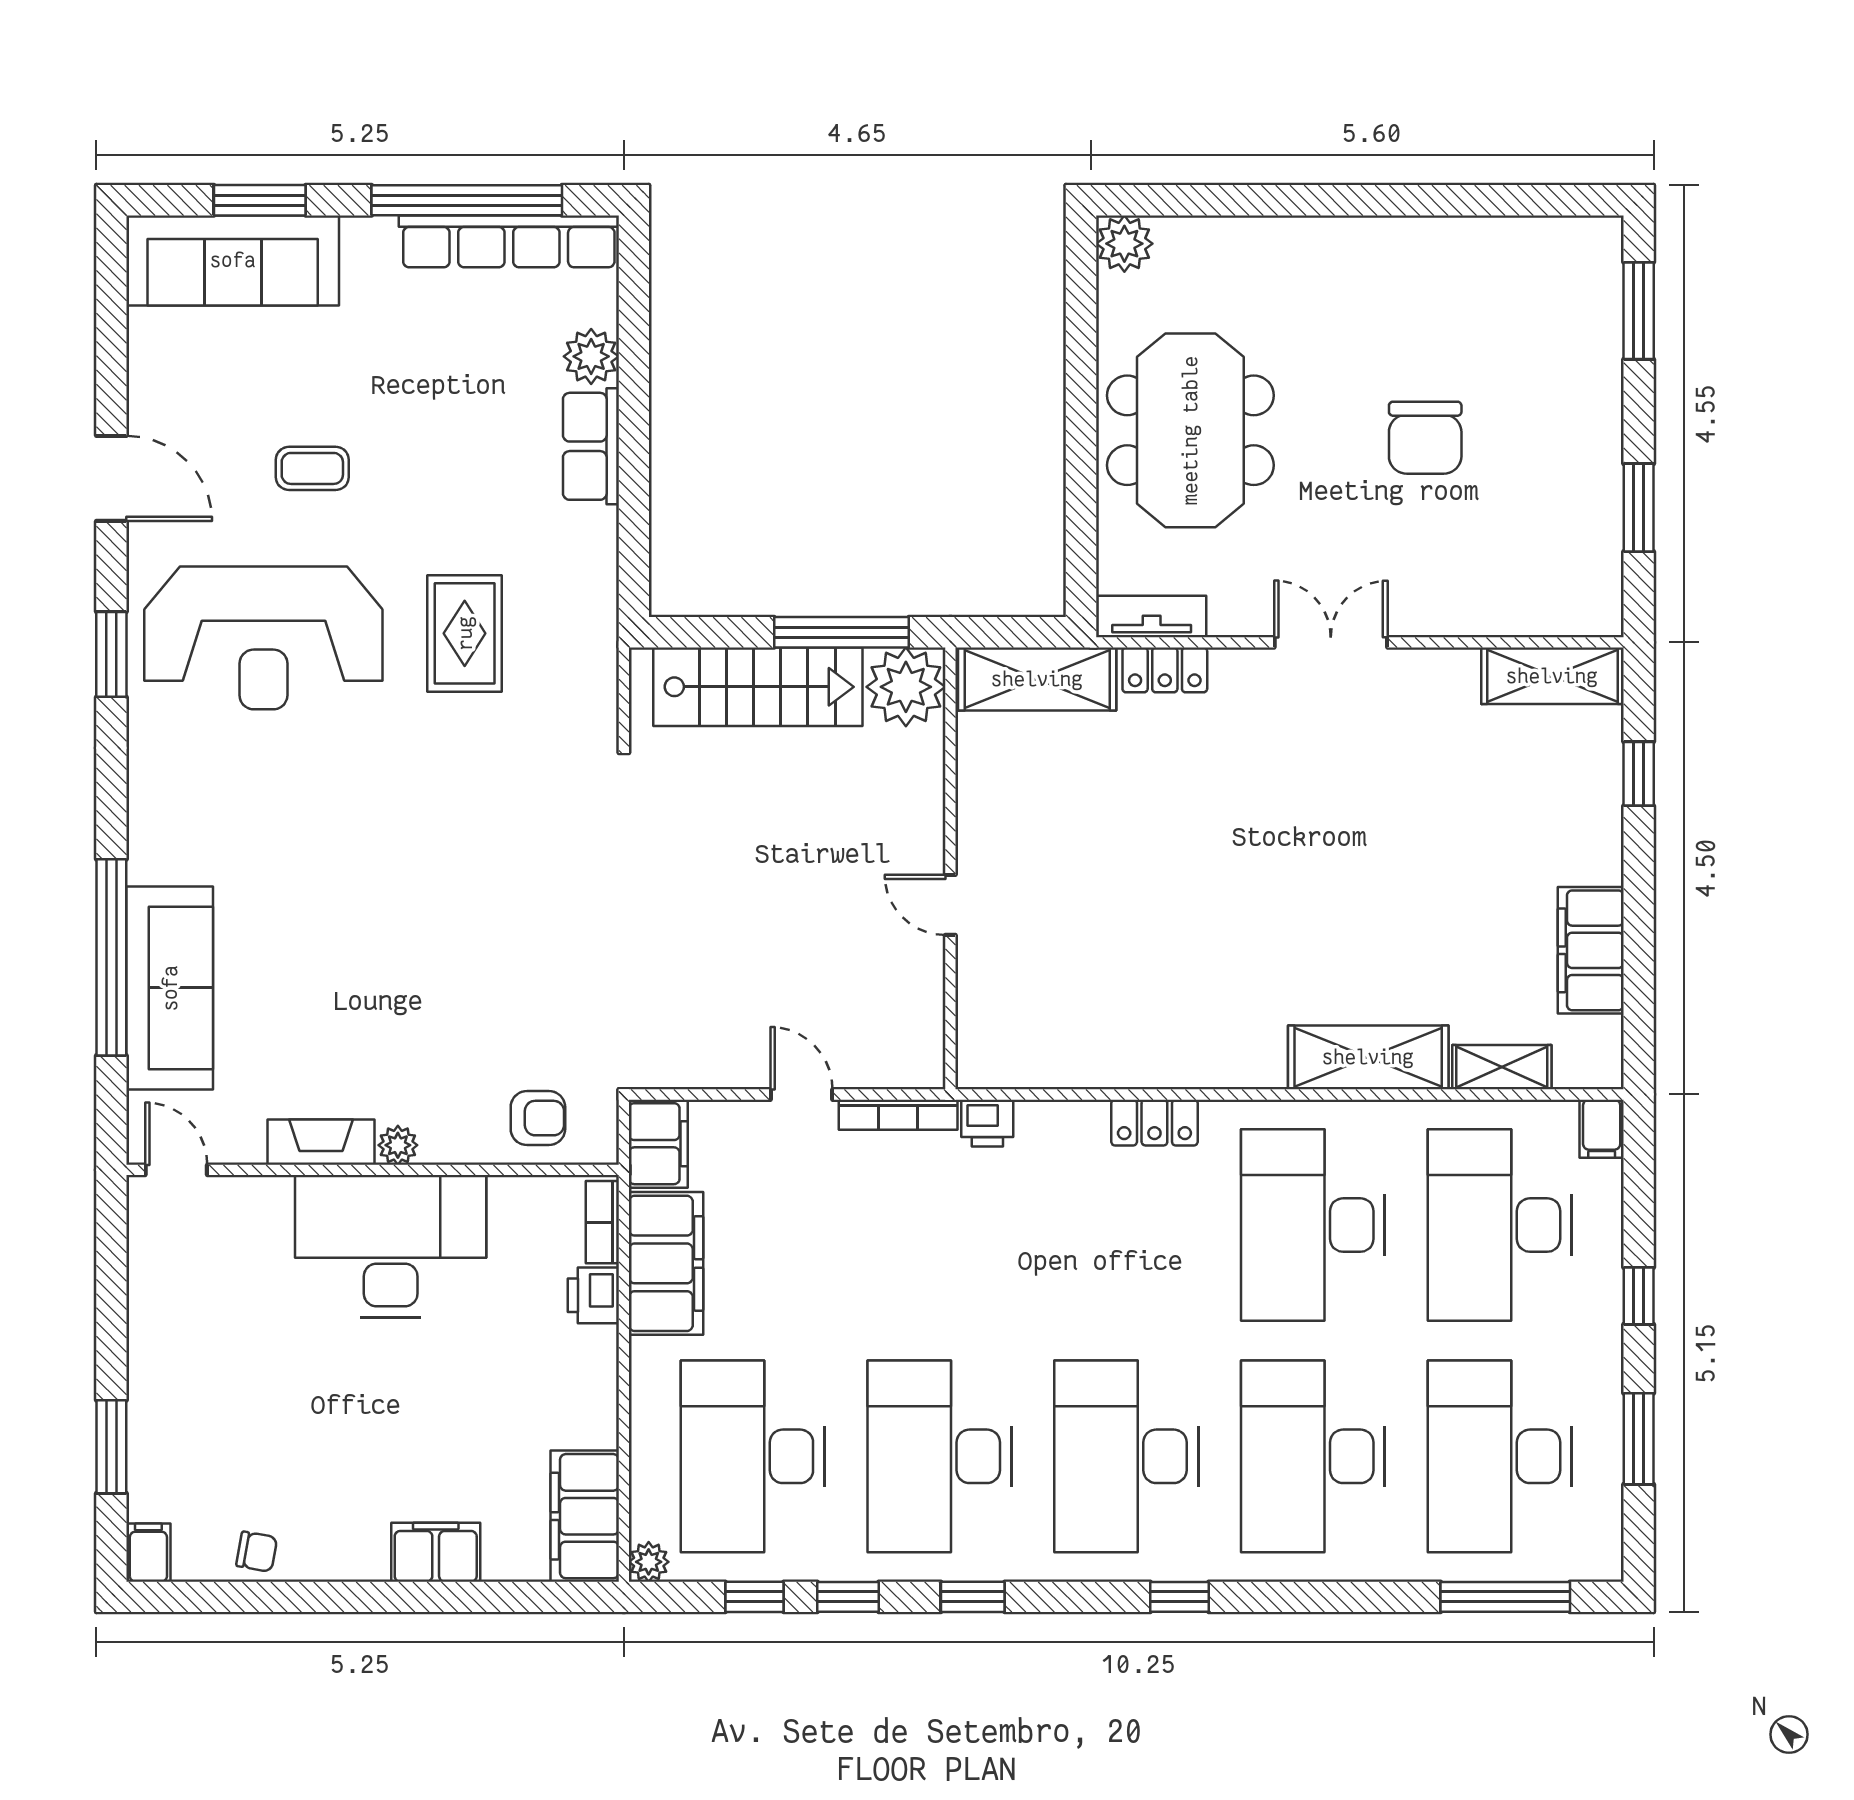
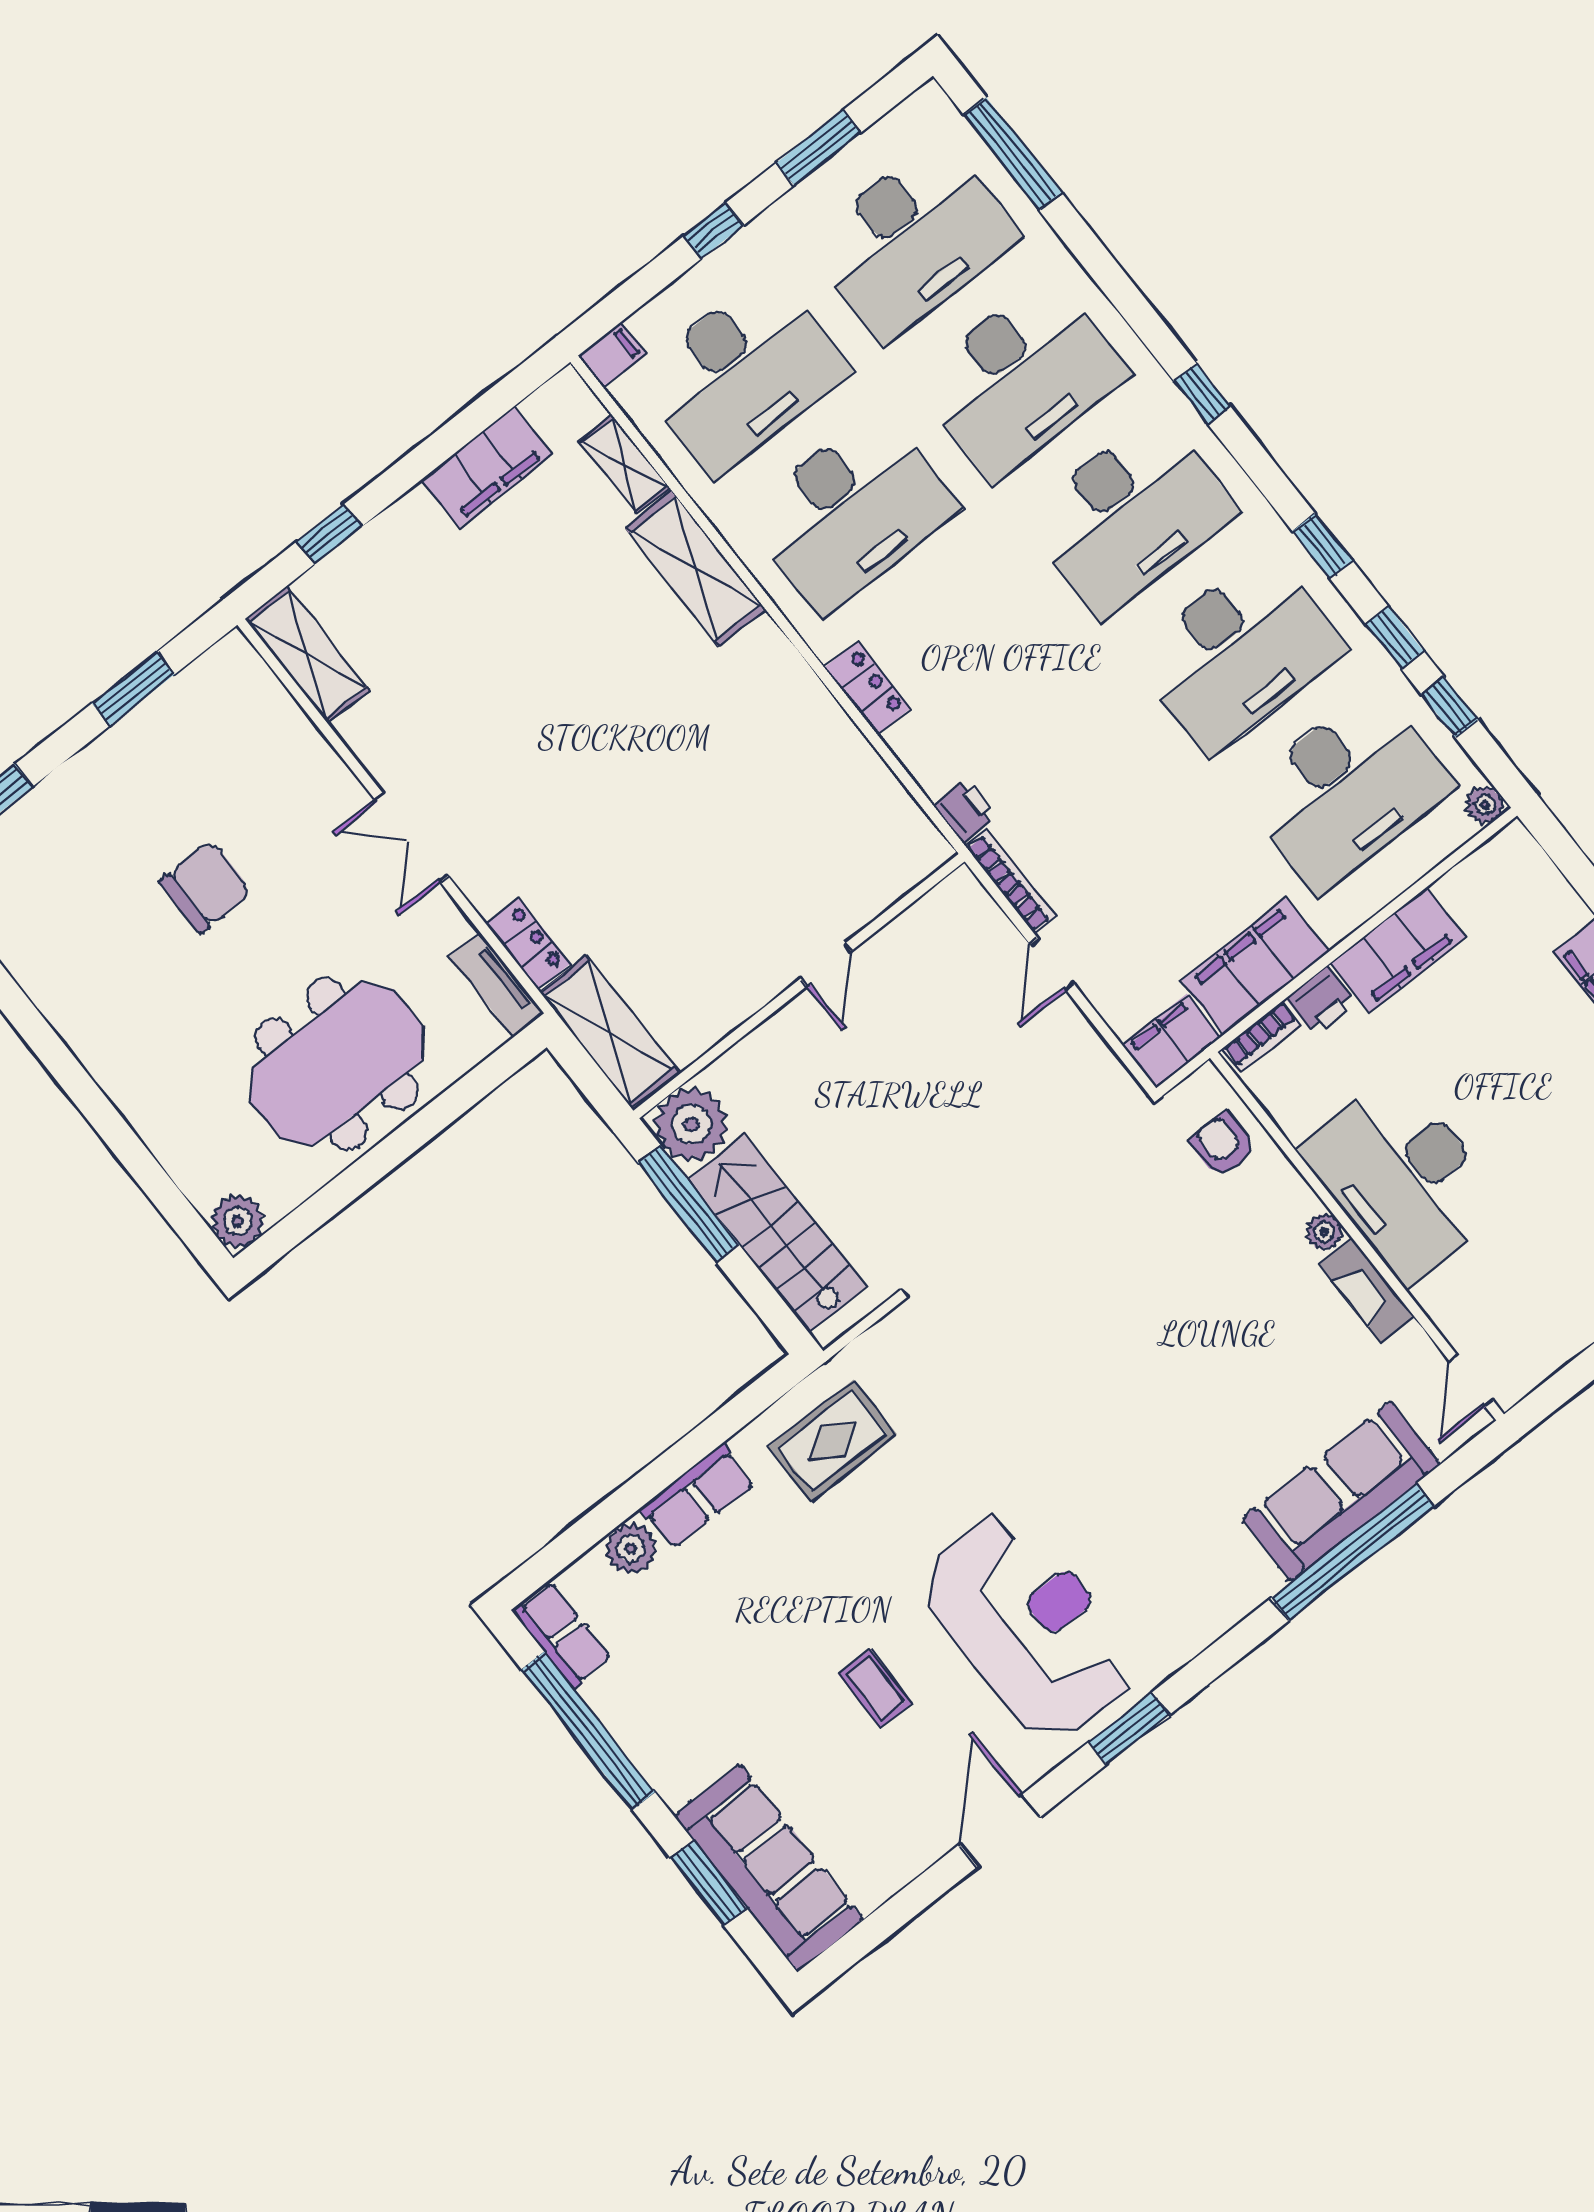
row of seats: (509, 241) -> (562, 1635), width x0.50
rug: (465, 633) -> (832, 1441), moved
filing cabinet: (585, 1516) -> (1398, 950), moved

